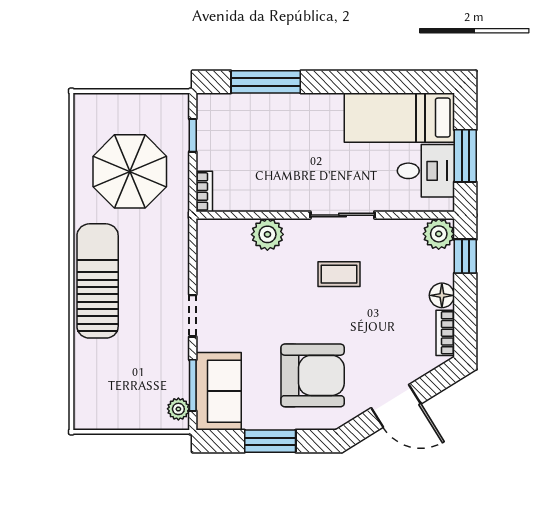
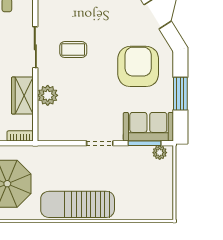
wardrobe: (267, 195) -> (22, 96), added
coffee table: (339, 274) -> (73, 50), turned 90

